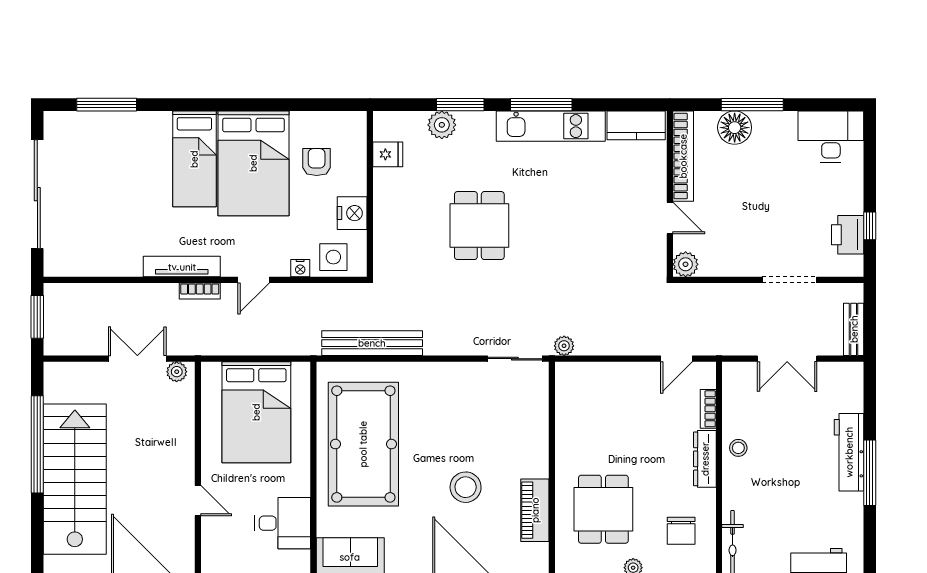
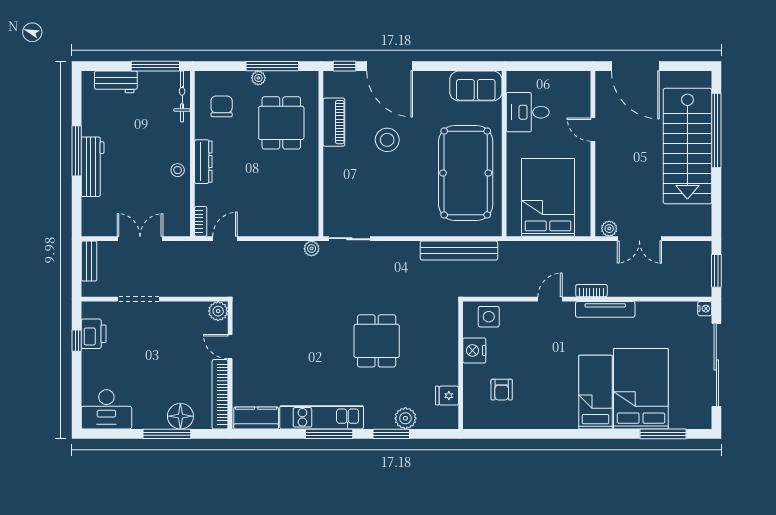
bed: (253, 163) -> (641, 389), moved
nightstand: (300, 268) -> (705, 309), moved, turned 90
bookcase: (708, 409) -> (201, 221), moved
window: (37, 444) -> (716, 131), moved

